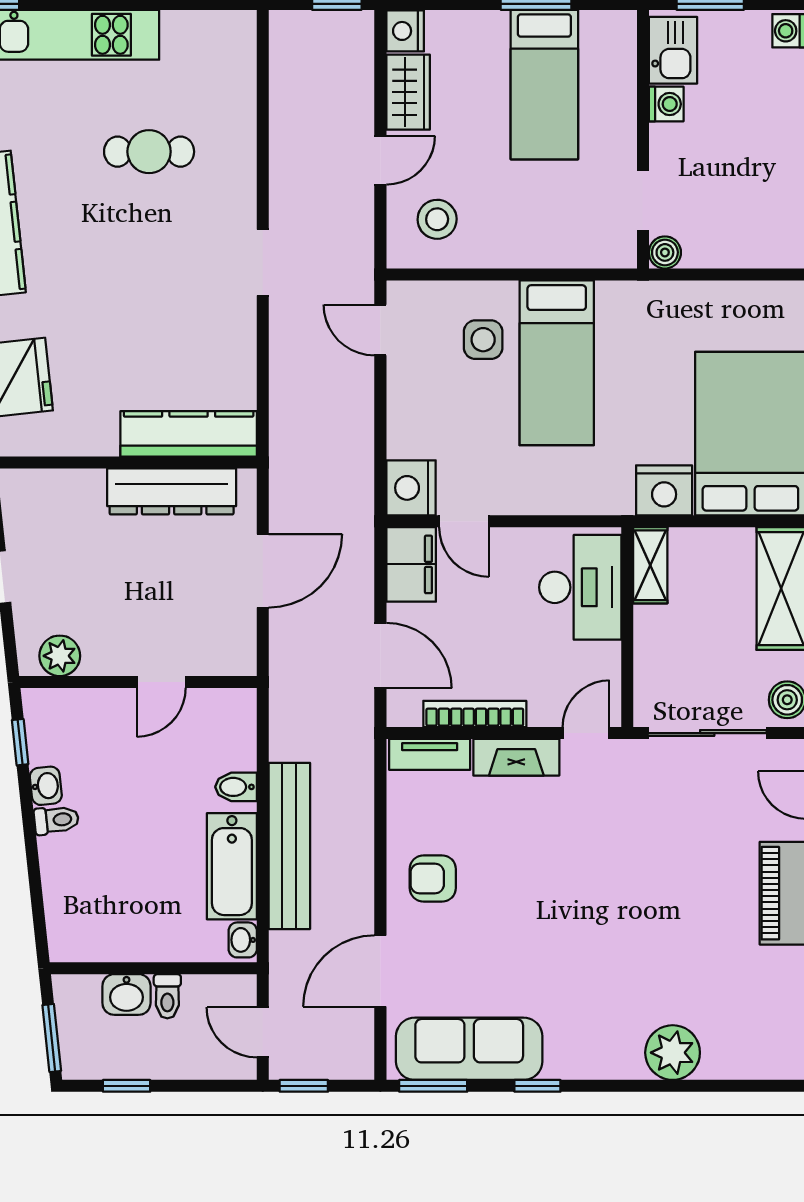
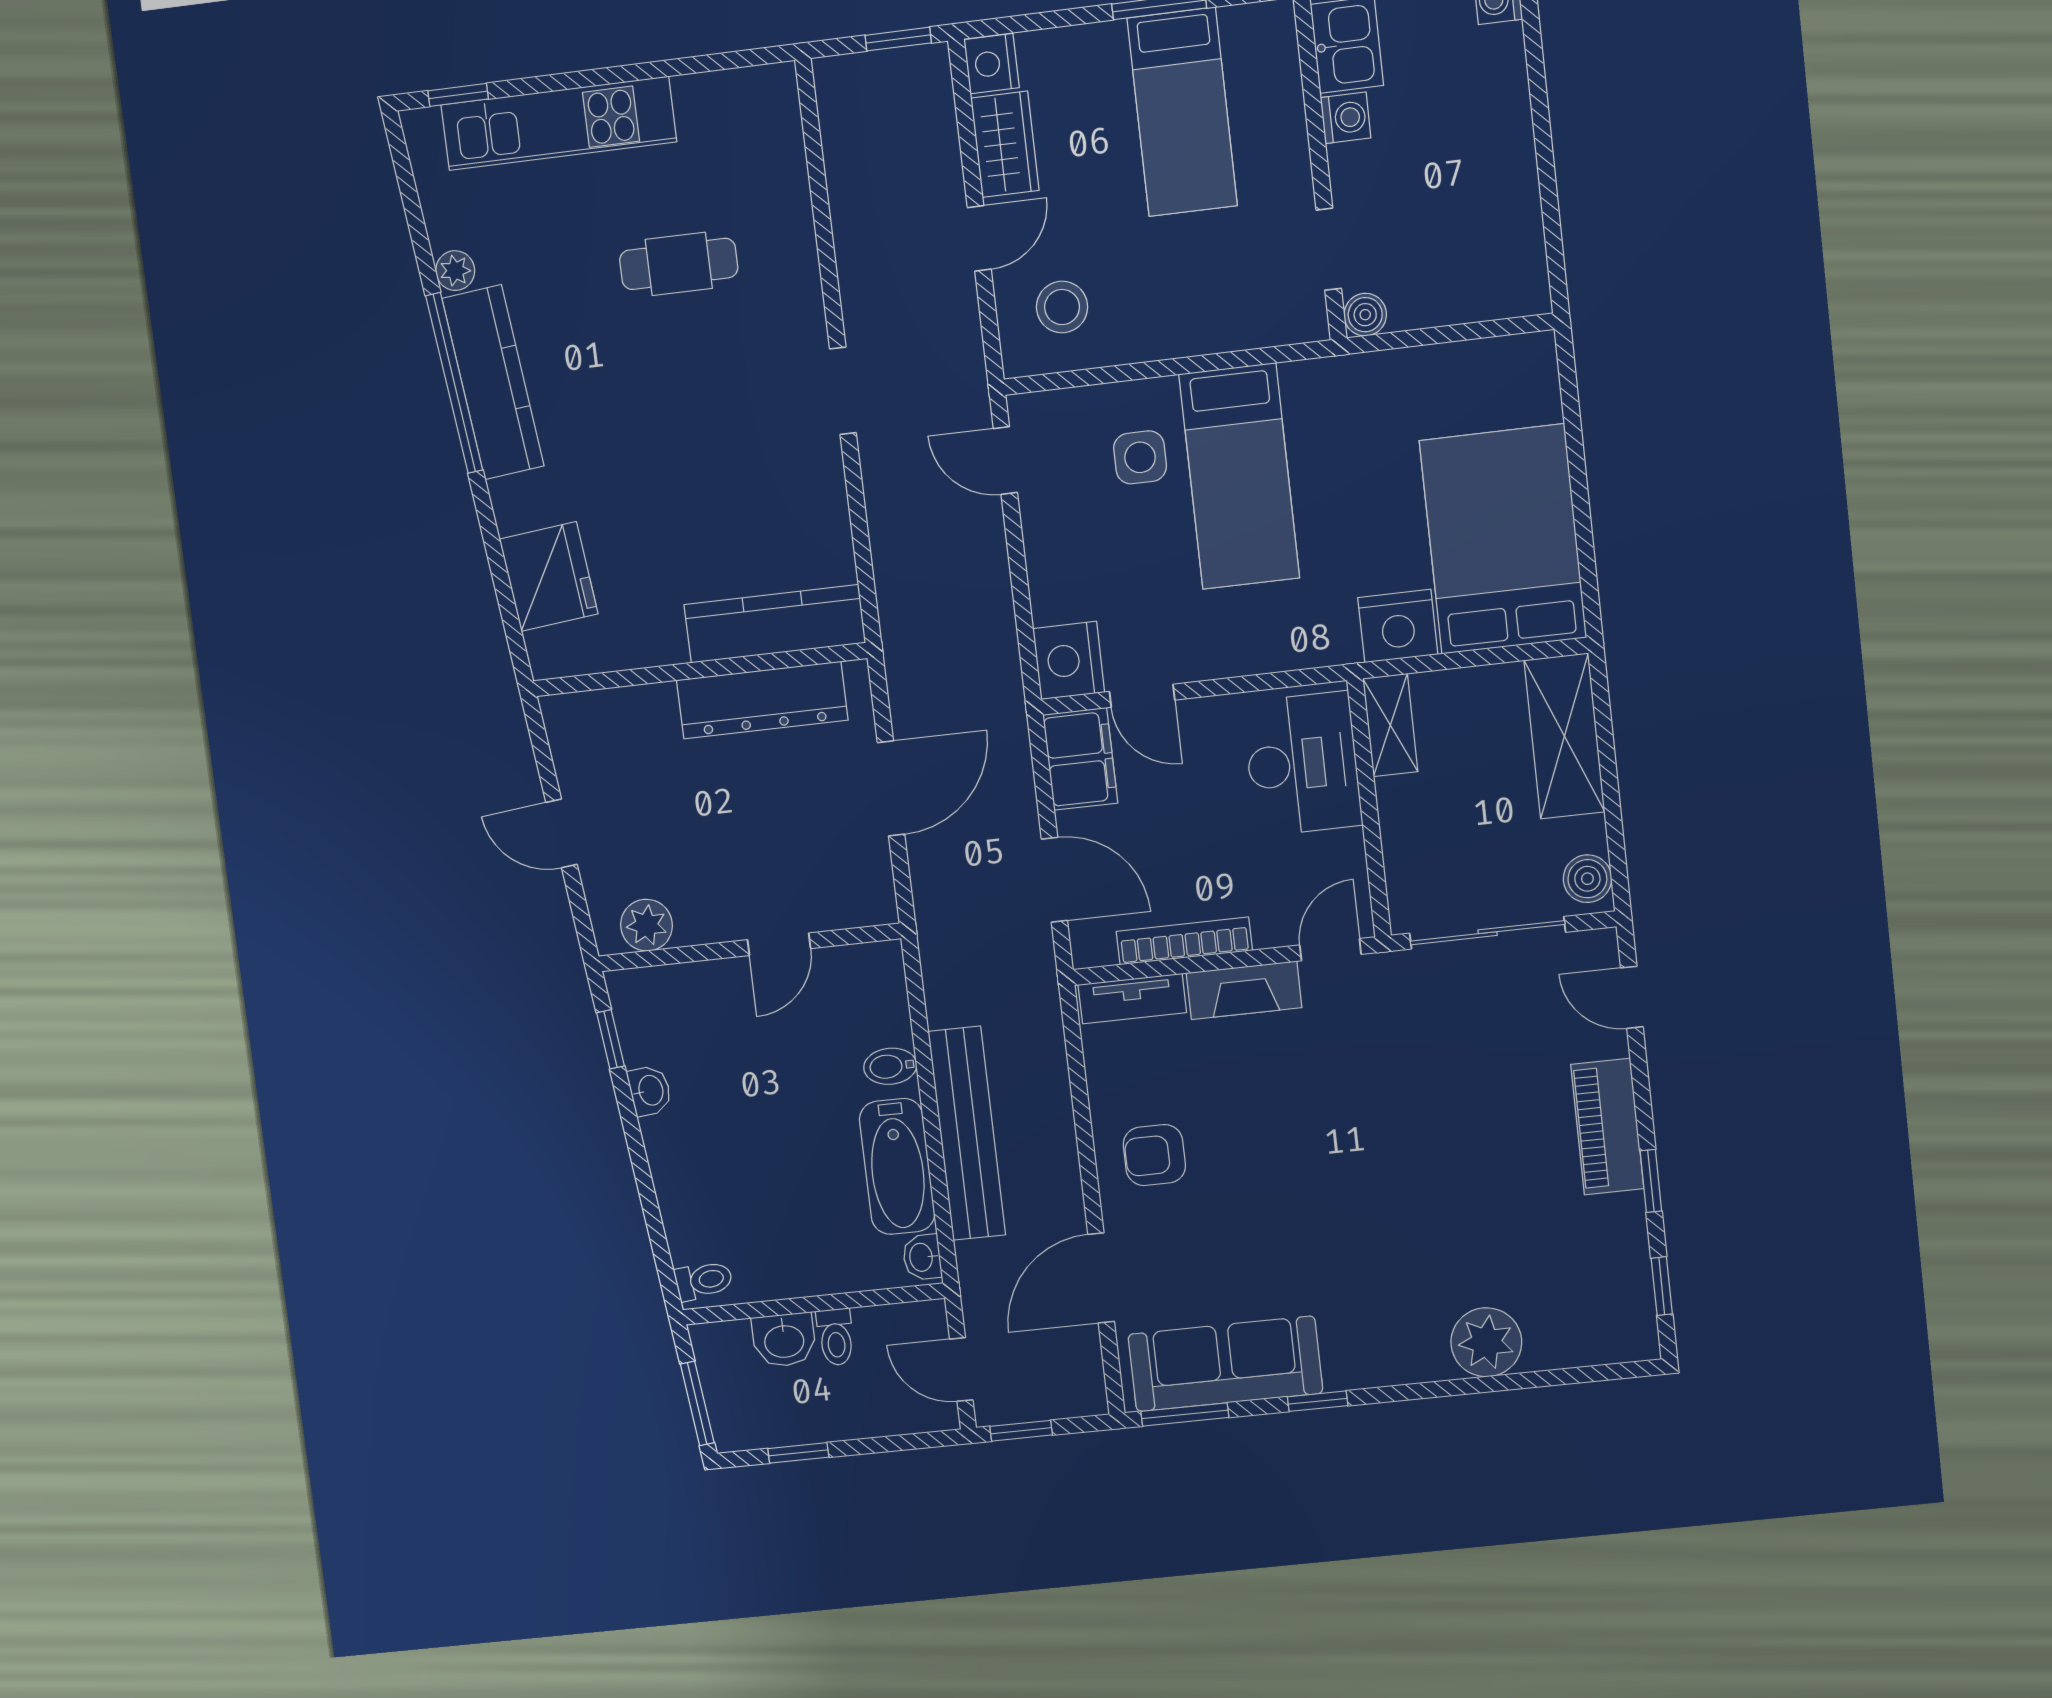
toilet: (56, 820) -> (704, 1280), moved

